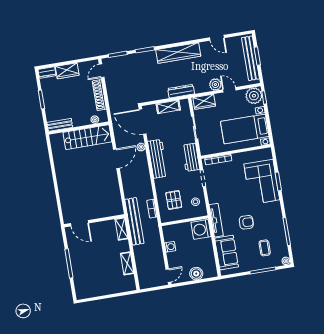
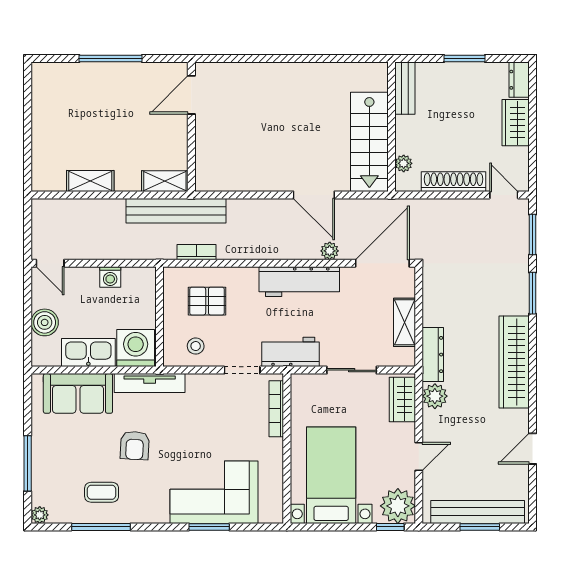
plant: (215, 85) -> (435, 396), moved
coffee table: (265, 248) -> (102, 492), moved
kitchen sink: (207, 251) -> (88, 353), added

